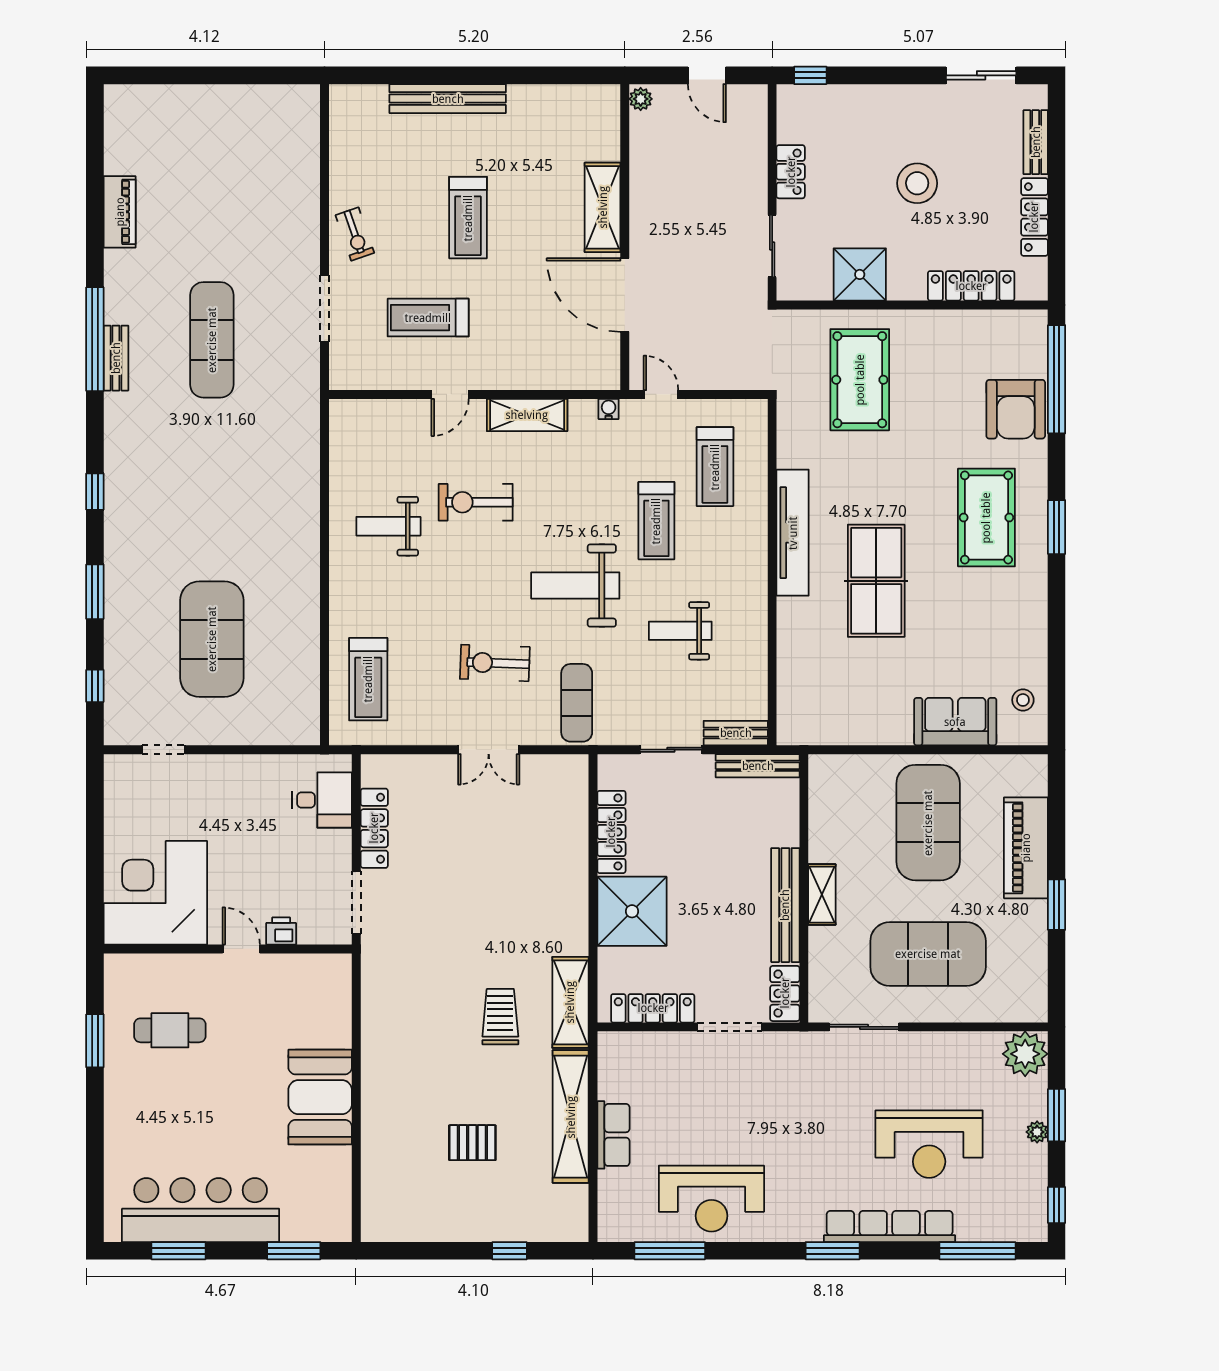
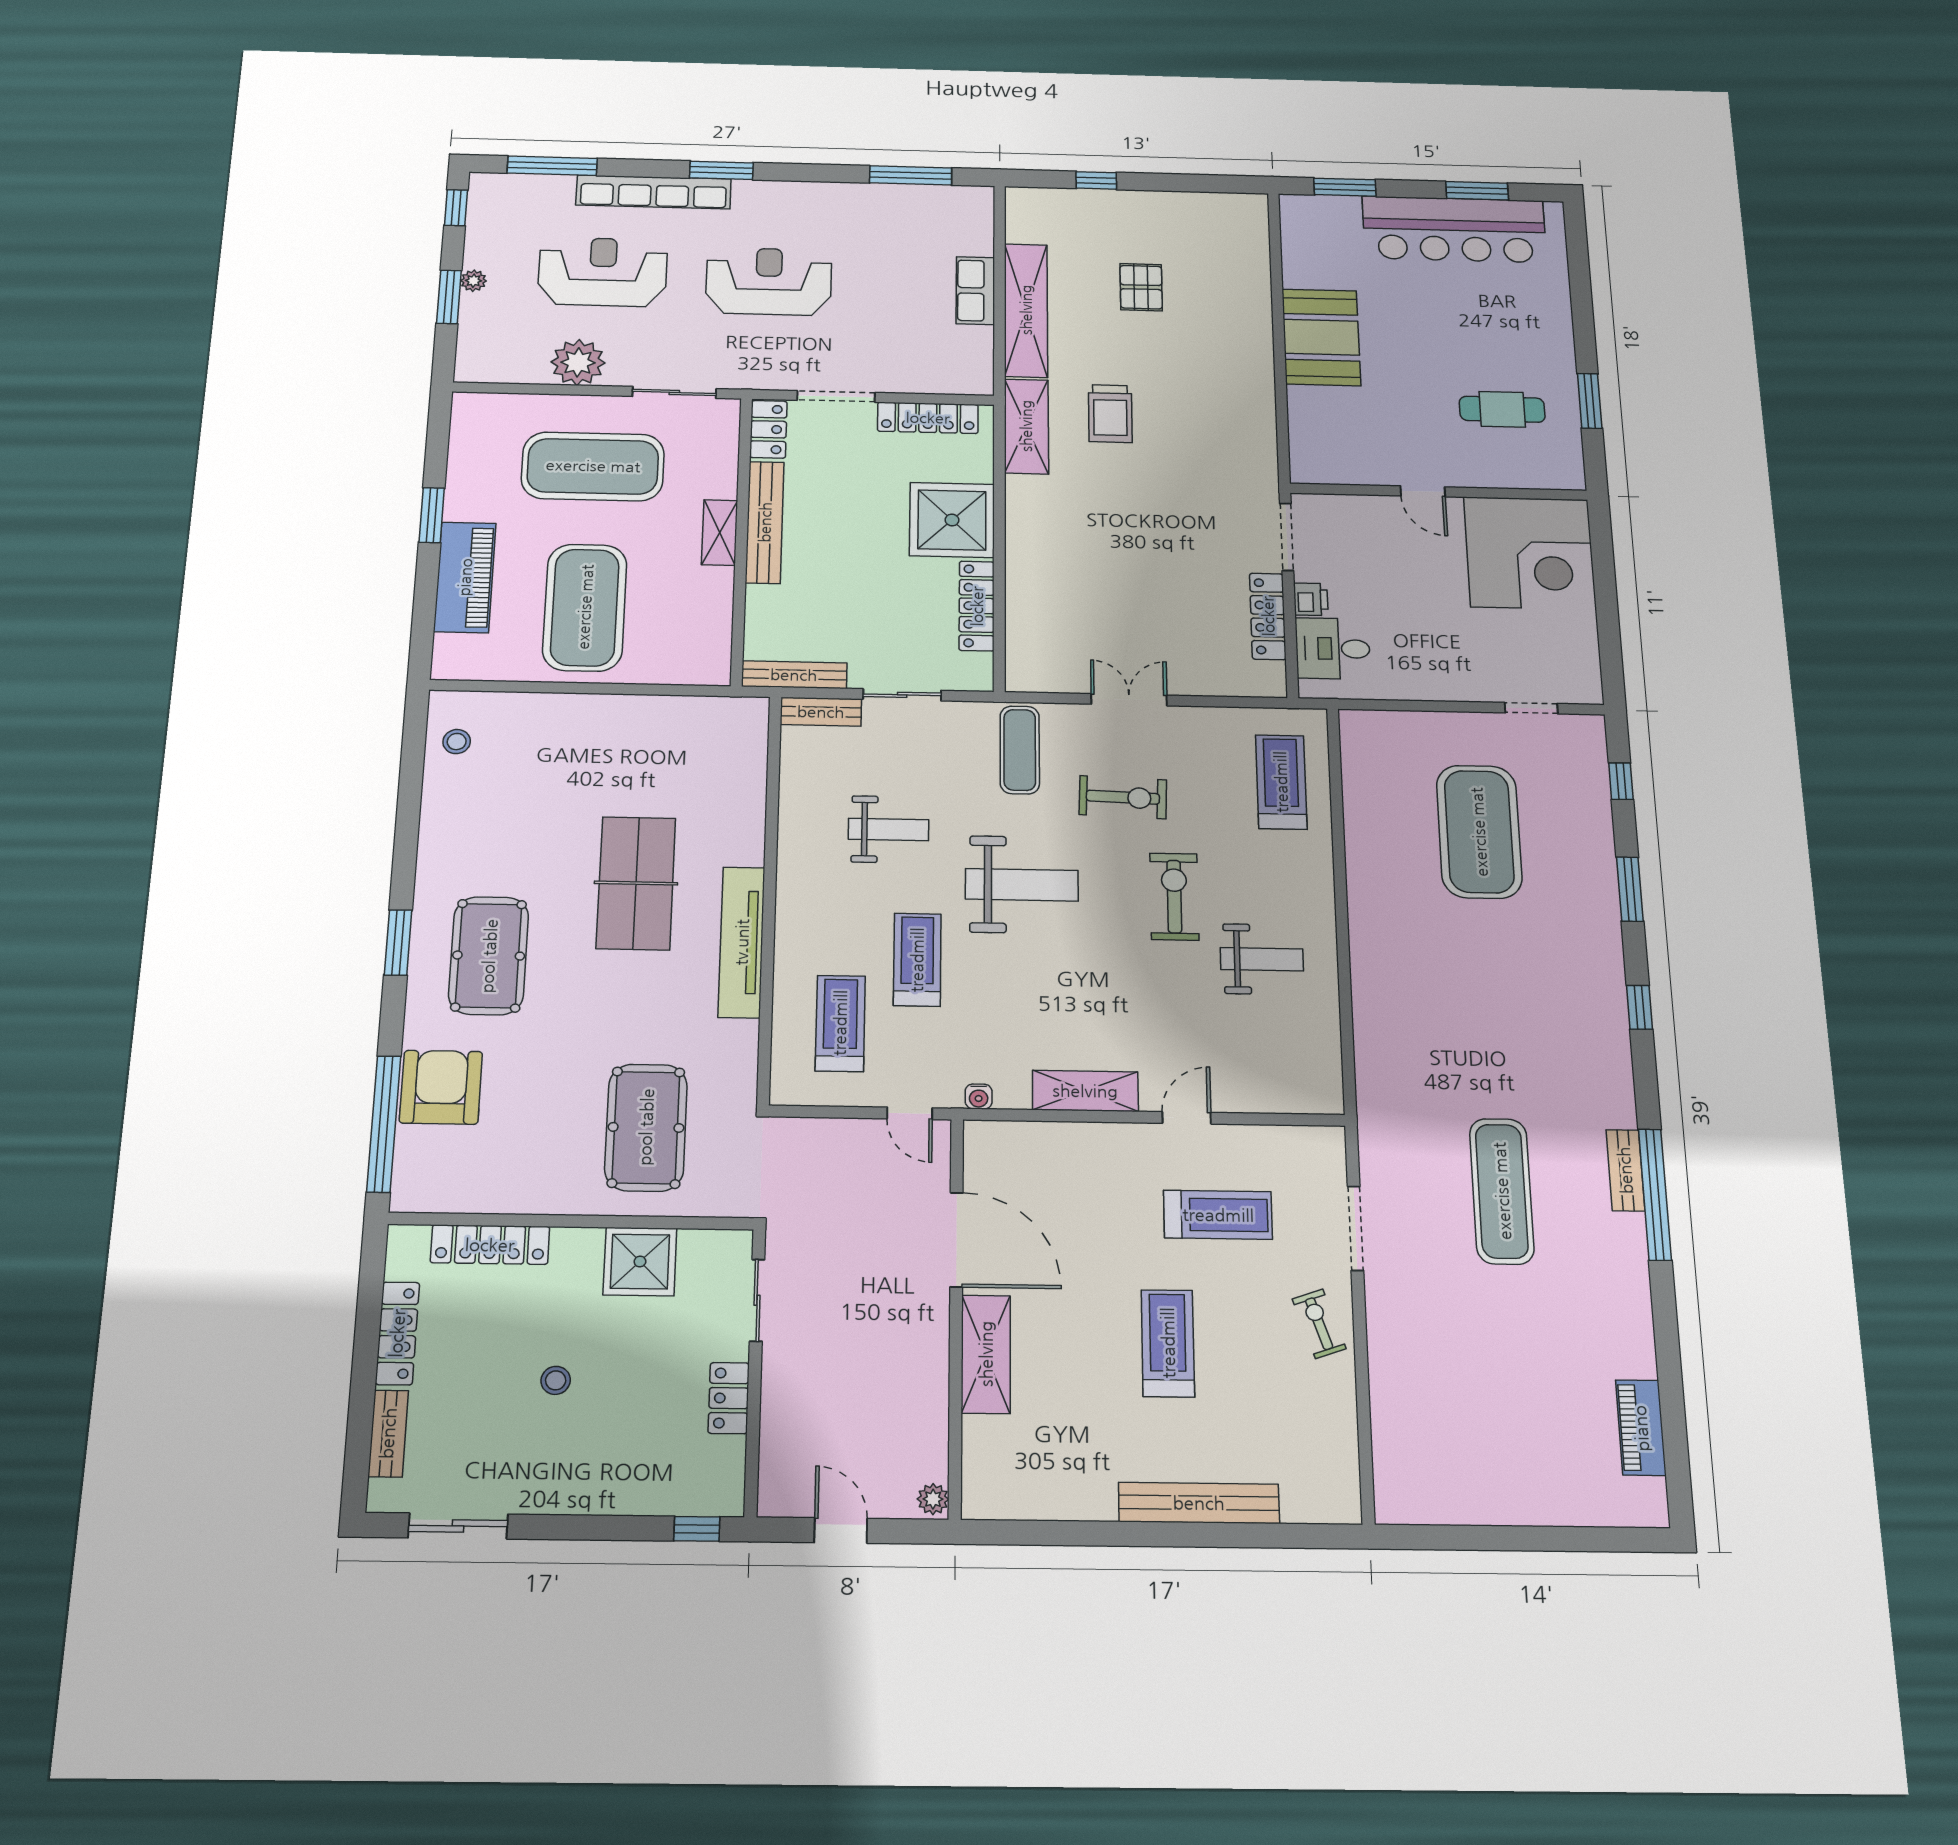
stool: (917, 183) -> (556, 1380), width x0.53, depth x0.53
piano: (120, 212) -> (1641, 1428), moved
exercise bike: (476, 502) -> (1174, 897), moved, turned -90
sofa: (955, 722) -> (544, 719), removed
printer: (281, 931) -> (1311, 599), moved, turned -90
plant: (1025, 1054) -> (578, 362), moved
pallet: (472, 1143) -> (1141, 287), turned 90
reception desk: (711, 1199) -> (769, 281), moved

